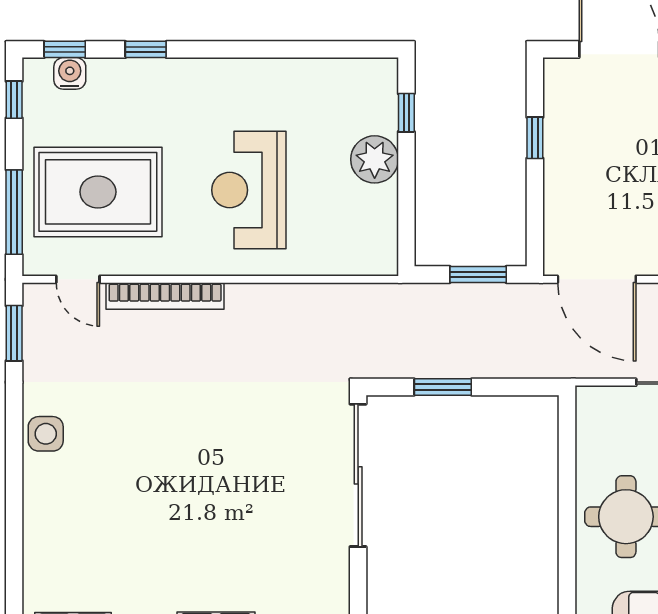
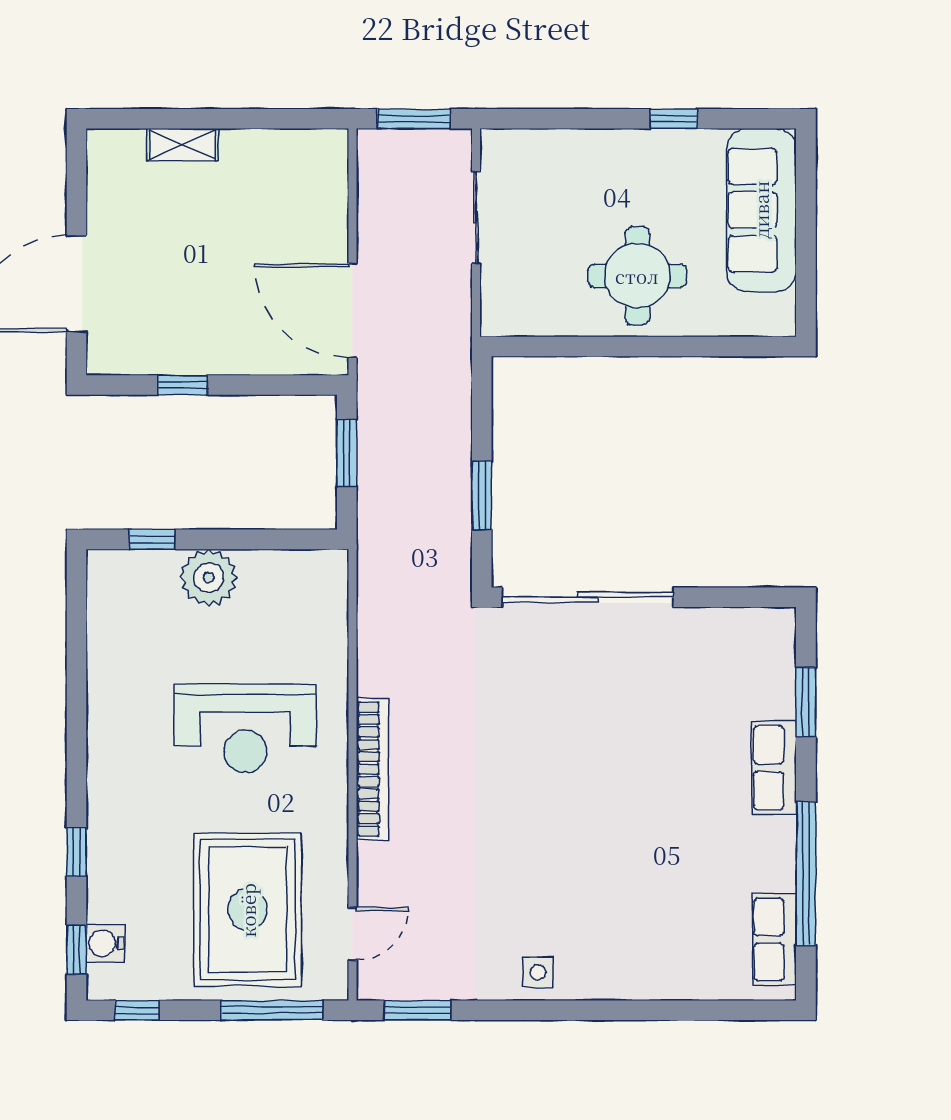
door: (597, 279) -> (352, 311), swing flipped
bookcase: (165, 296) -> (372, 769), moved
side table: (46, 434) -> (538, 972), width x0.73, depth x0.73

